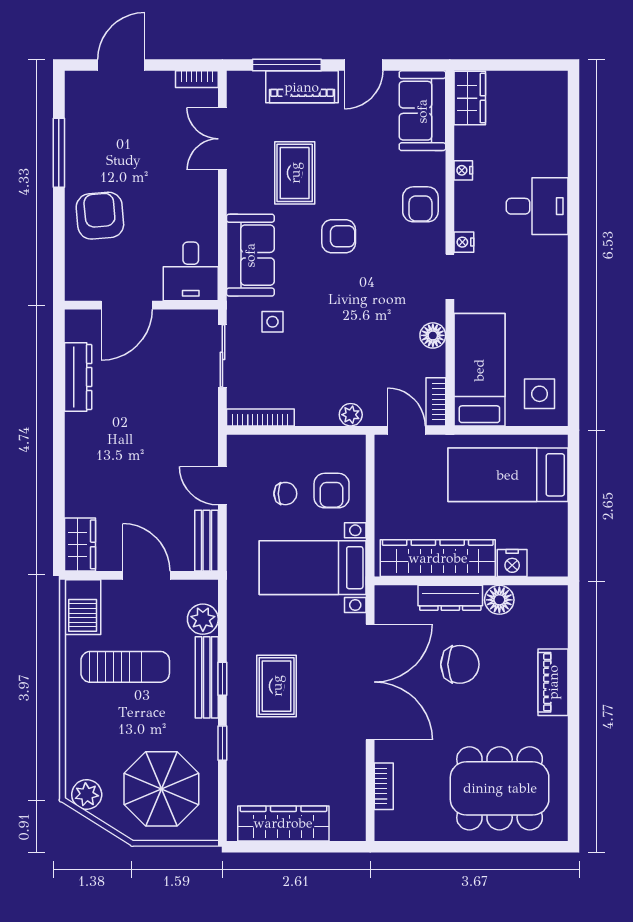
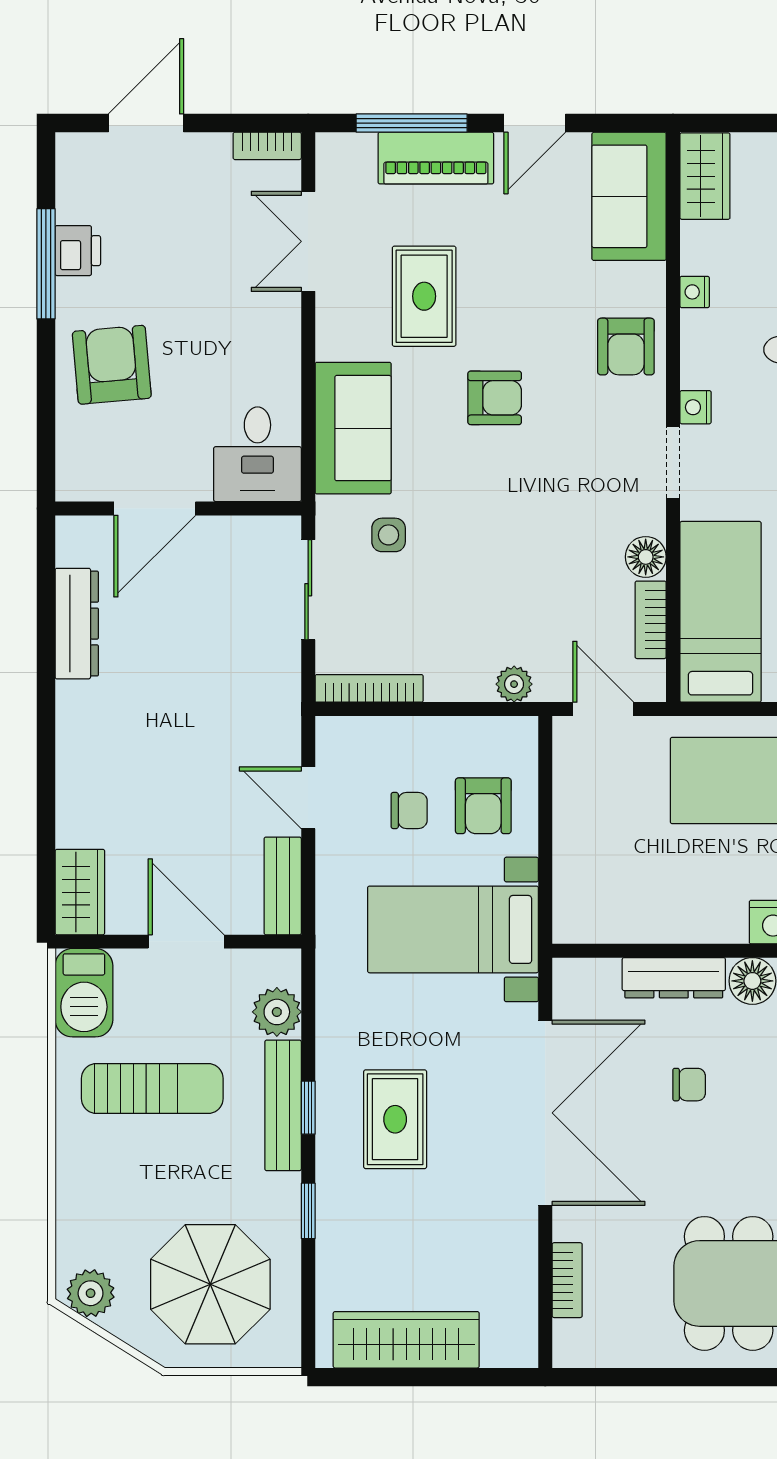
printer: (79, 144) -> (78, 251), added
bookcase: (436, 402) -> (651, 620), moved
wardrobe: (438, 558) -> (654, 914), removed
chair: (460, 664) -> (689, 1085), width x0.54, depth x0.54

